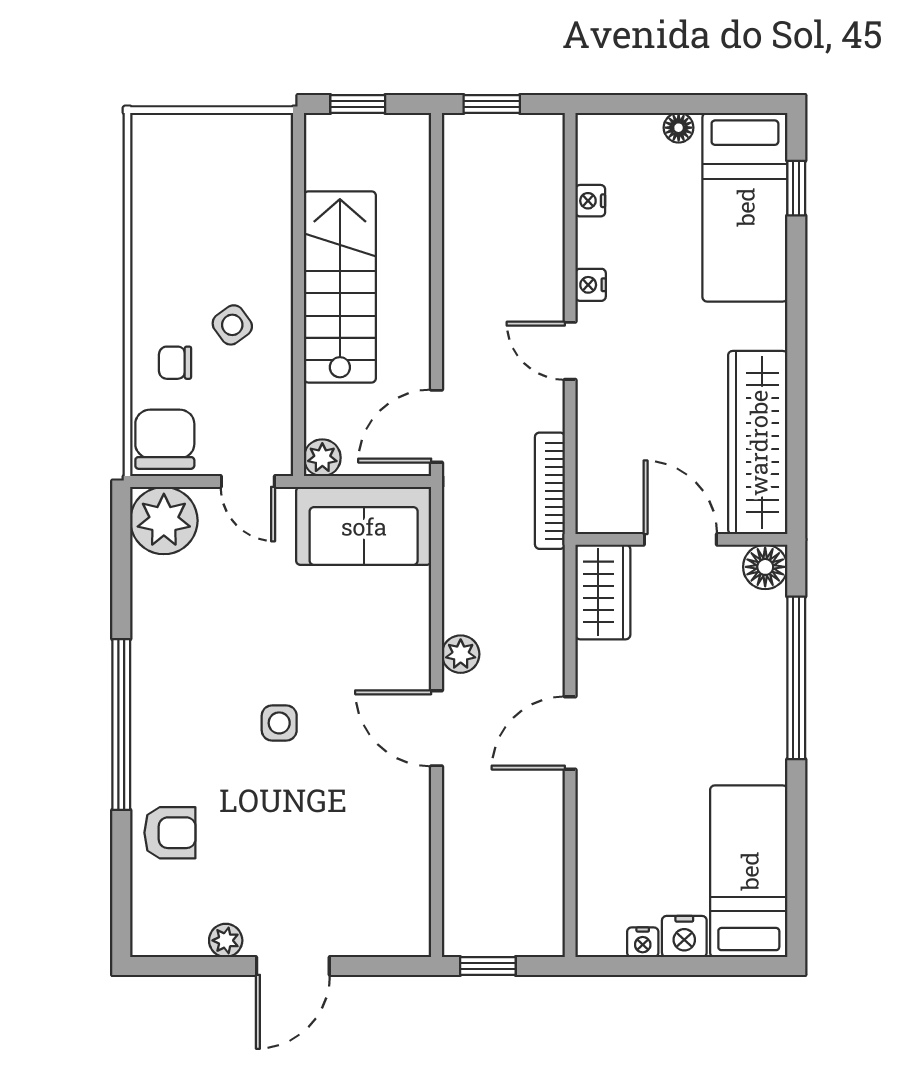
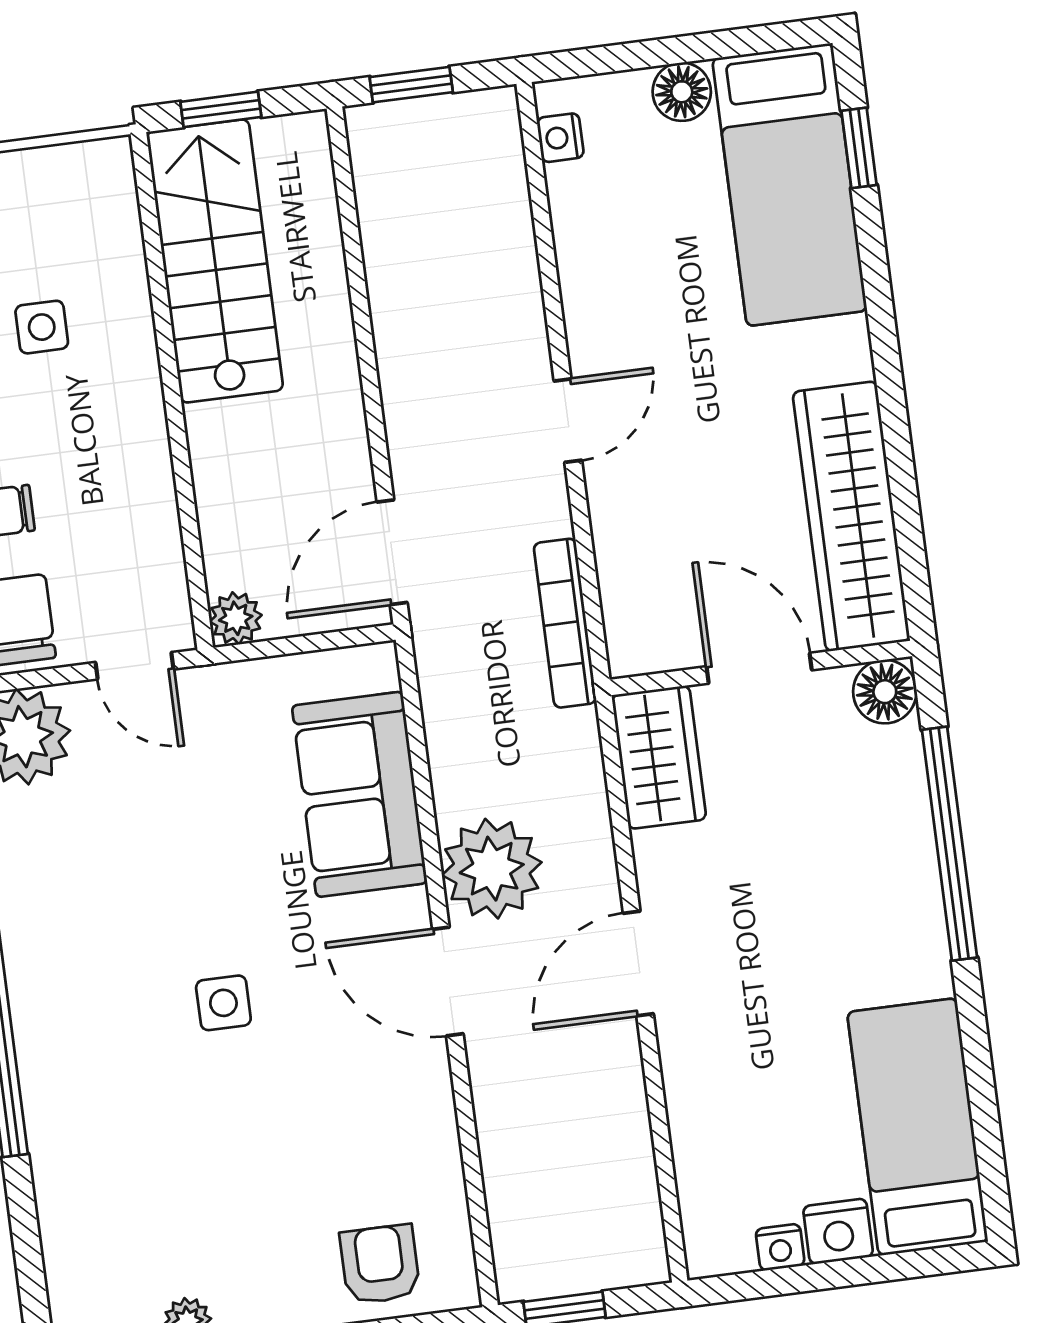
floor lamp: (679, 128) -> (682, 92), width x1.37, depth x1.37
nightstand: (590, 201) -> (560, 138), moved
nightstand: (591, 285) -> (585, 323), removed
stairs: (340, 287) -> (215, 261), moved
side table: (232, 325) -> (42, 327), moved, turned 36
door: (570, 351) -> (568, 421), swing flipped
sofa: (364, 526) -> (359, 794), moved, turned 90
plant: (461, 654) -> (492, 869), width x1.88, depth x1.88
armchair: (170, 833) -> (380, 1264), moved, turned -90

